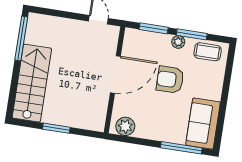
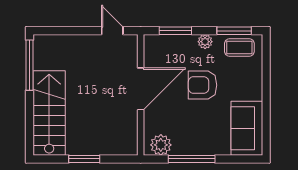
window: (192, 34) -> (234, 31), moved
window: (181, 148) -> (192, 159), moved

